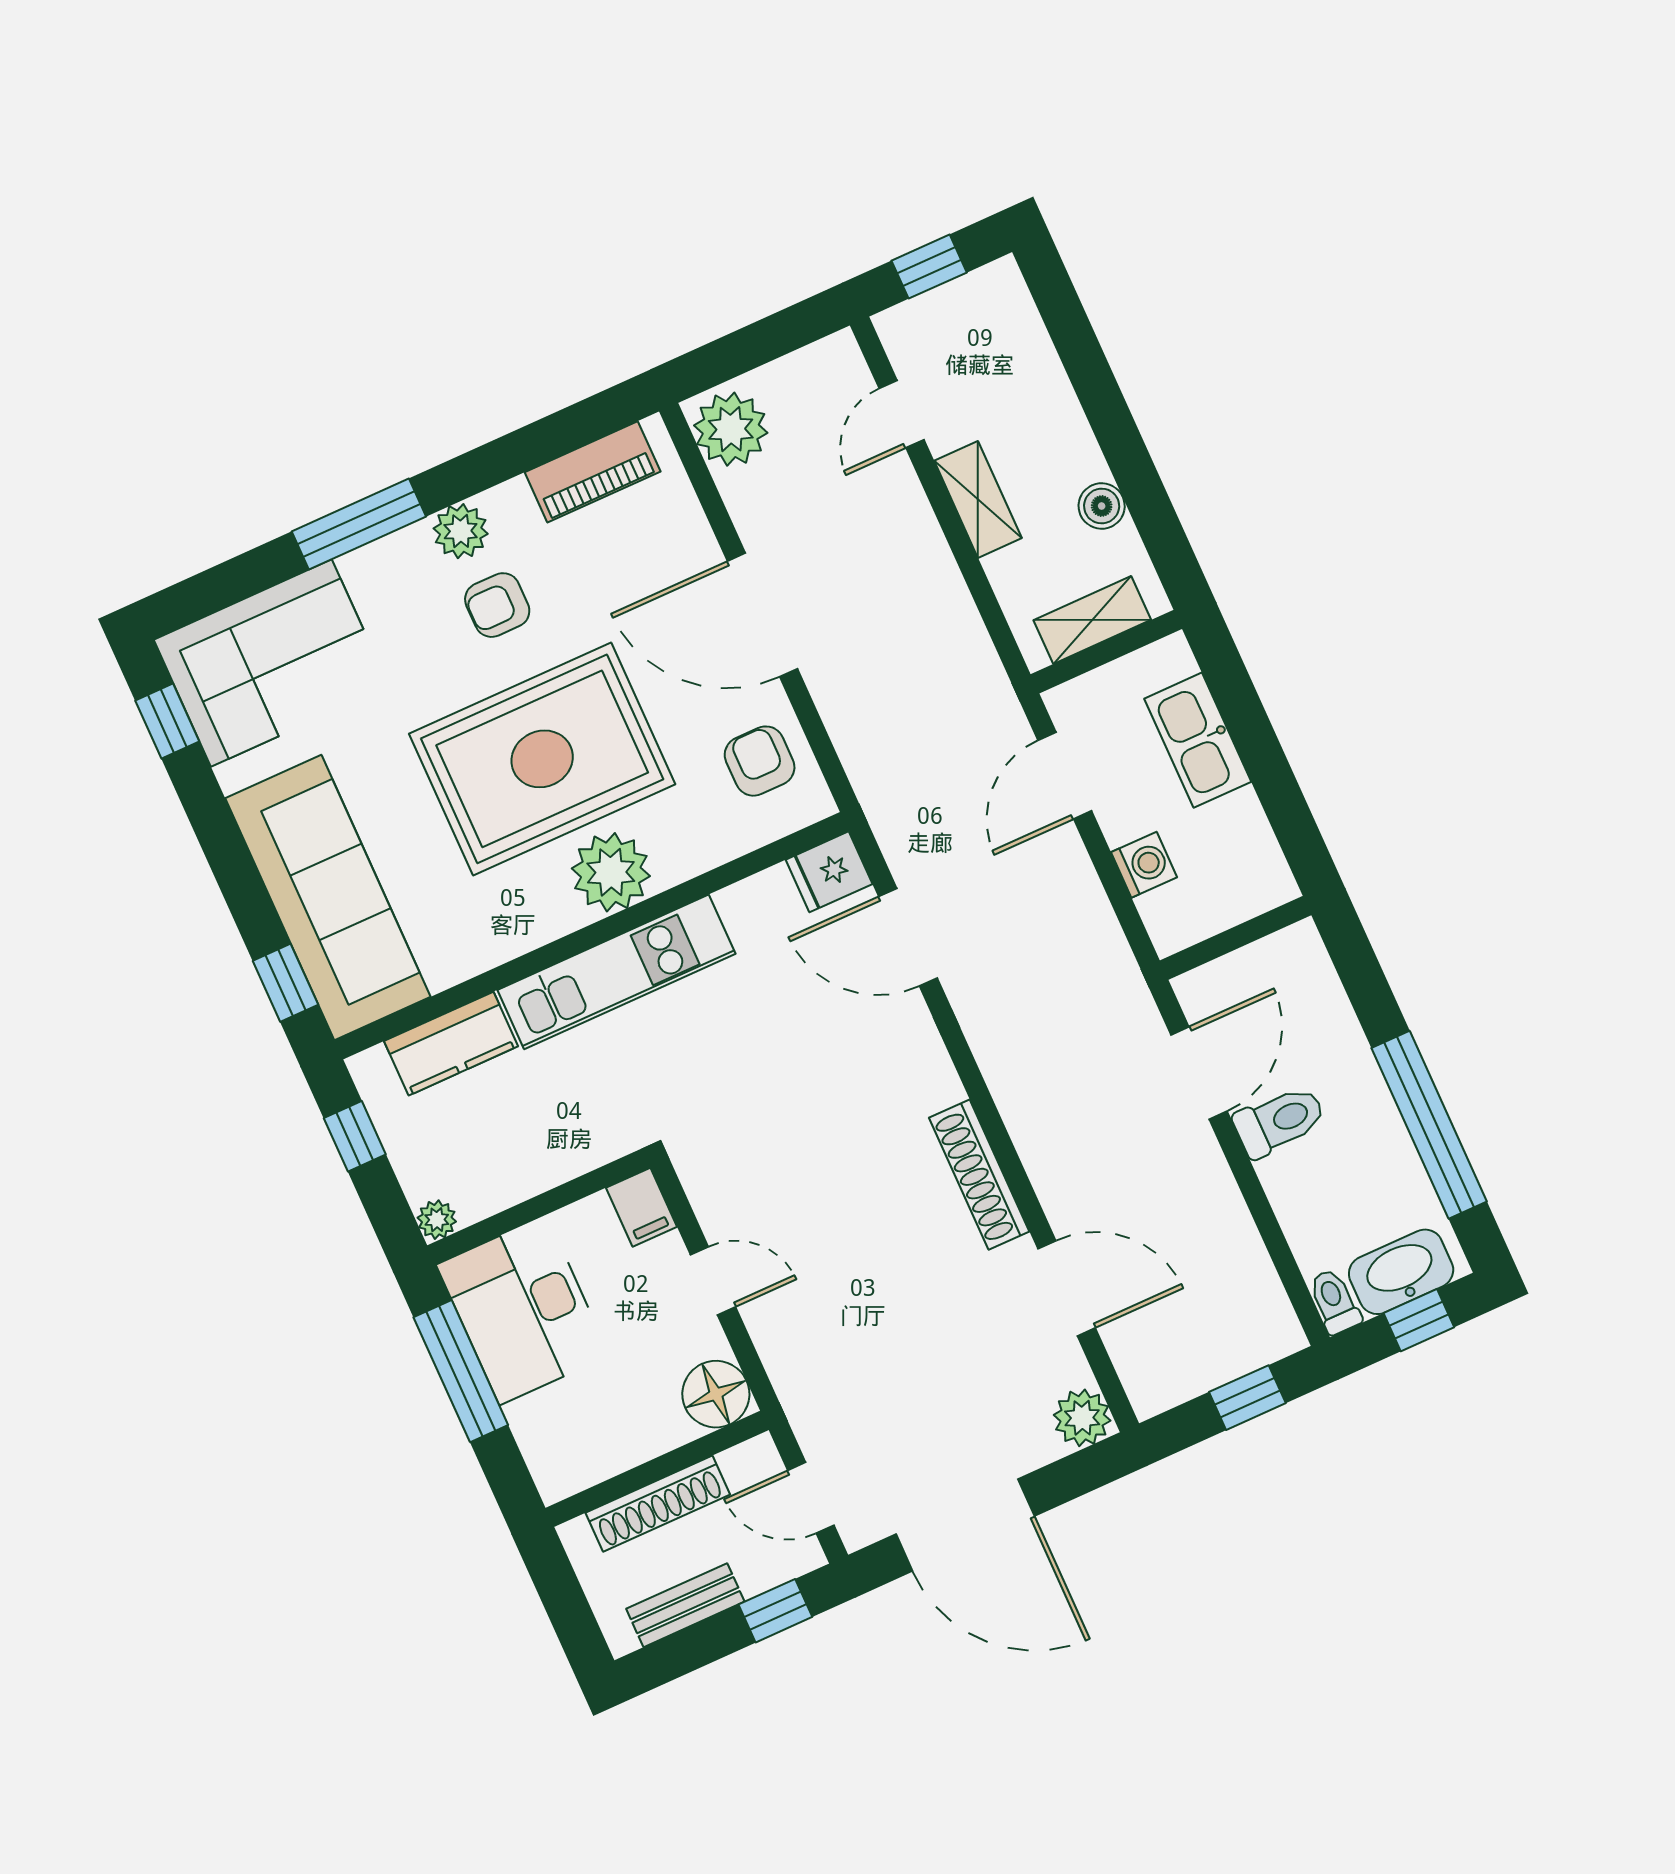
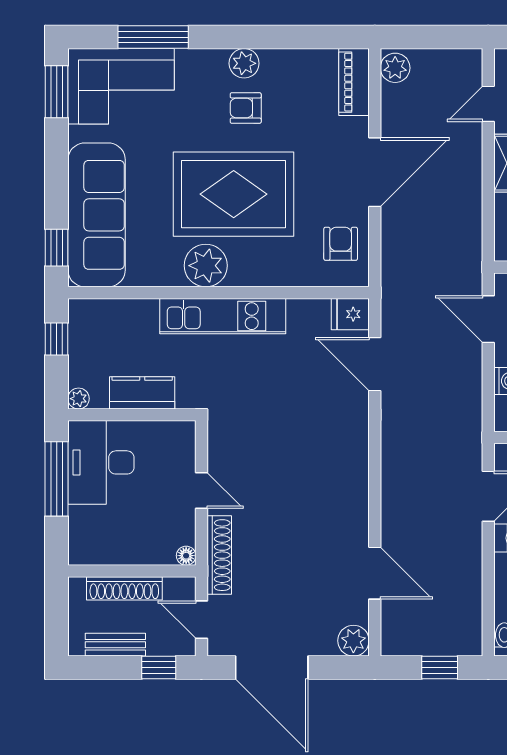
plant: (731, 429) -> (395, 68), width x0.73, depth x0.73
piano: (593, 472) -> (354, 82), moved, turned 90
window: (359, 524) -> (153, 37), moved
door: (763, 615) -> (375, 172), swing flipped
window: (167, 721) -> (57, 92), width x1.50
door: (1065, 776) -> (488, 319), hinge flipped
plant: (611, 872) -> (206, 266), moved
kitchen counter: (451, 1044) -> (142, 393), moved, turned 180
shoe rack: (979, 1175) -> (219, 555), moved, turned 180
filing cabinet: (641, 1207) -> (183, 438), removed
floor lamp: (716, 1394) -> (186, 556), width x0.53, depth x0.53

